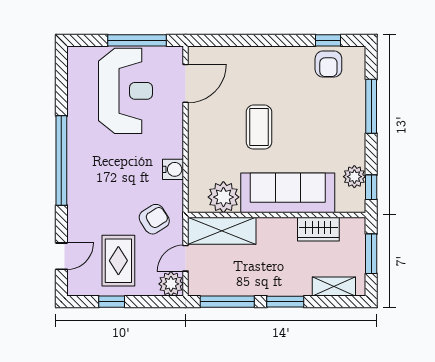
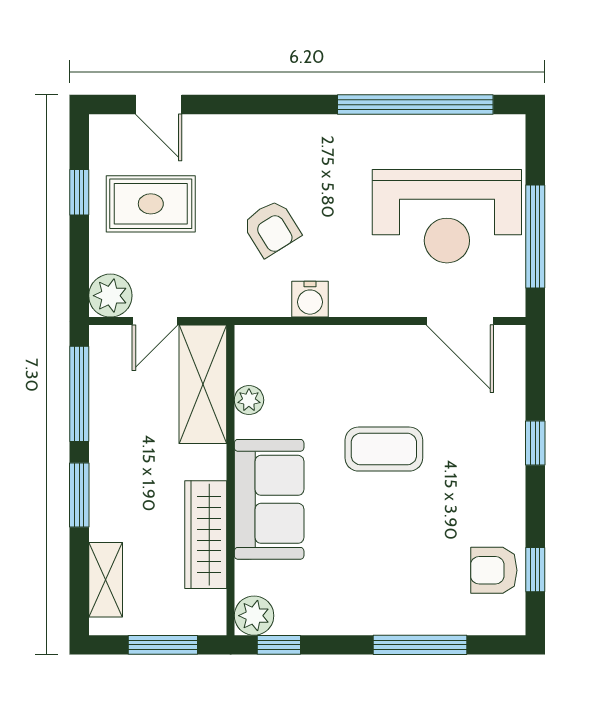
window: (255, 40) -> (535, 443), added
window: (61, 161) -> (415, 105), moved
plant: (354, 177) -> (254, 616), moved
sofa: (288, 193) -> (269, 499), width x0.73
plant: (223, 197) -> (249, 400), width x0.53, depth x0.53
armchair: (154, 219) -> (271, 228), moved
wardrobe: (318, 229) -> (206, 535), width x1.50
door: (186, 258) -> (155, 321), swing flipped

